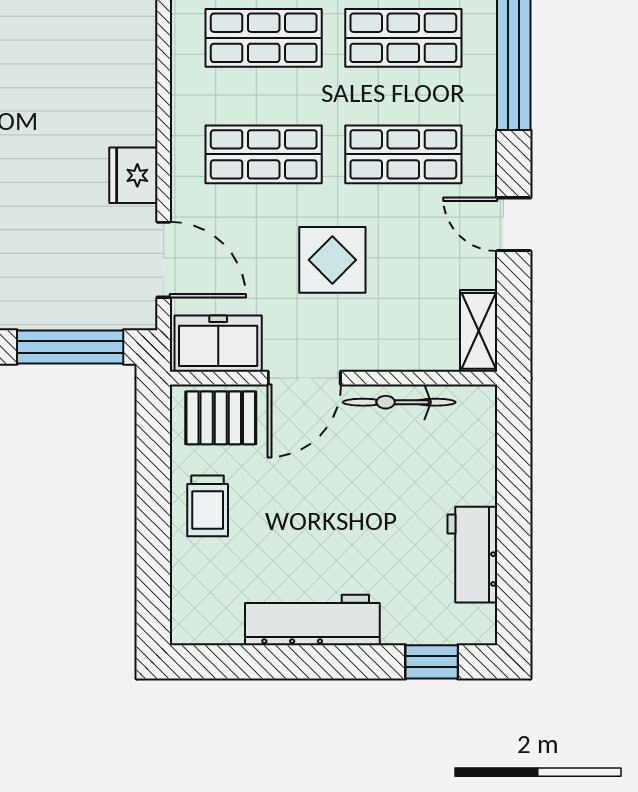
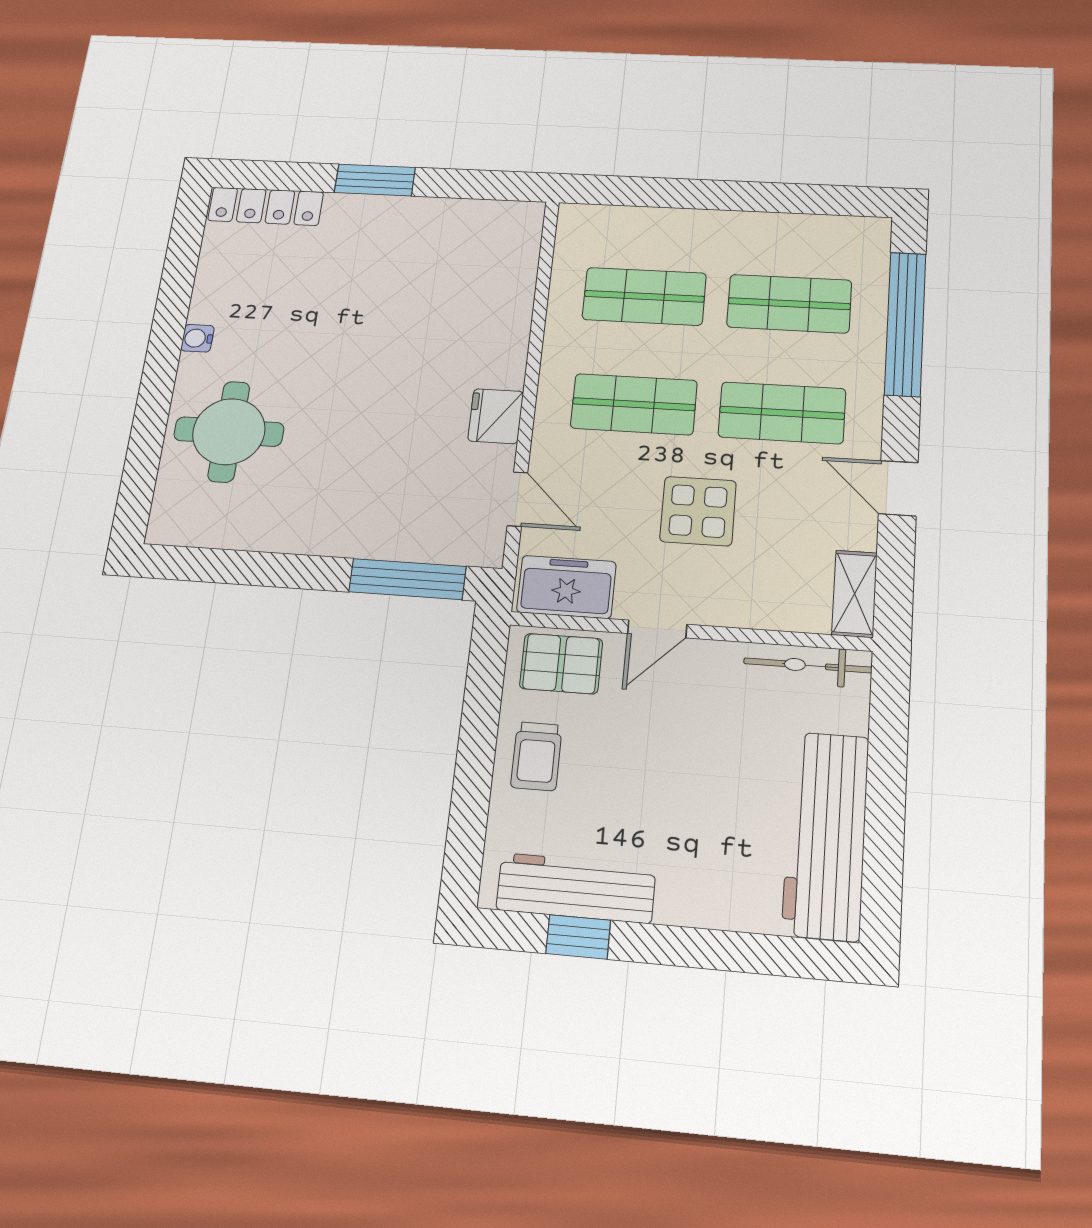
door: (164, 260) -> (517, 499), width x0.73
door: (304, 378) -> (657, 629), width x0.73
bicycle: (399, 402) -> (808, 665), moved
workbench: (472, 555) -> (826, 835), width x1.88, depth x1.32
workbench: (312, 620) -> (576, 888), moved
window: (432, 662) -> (578, 937), moved

